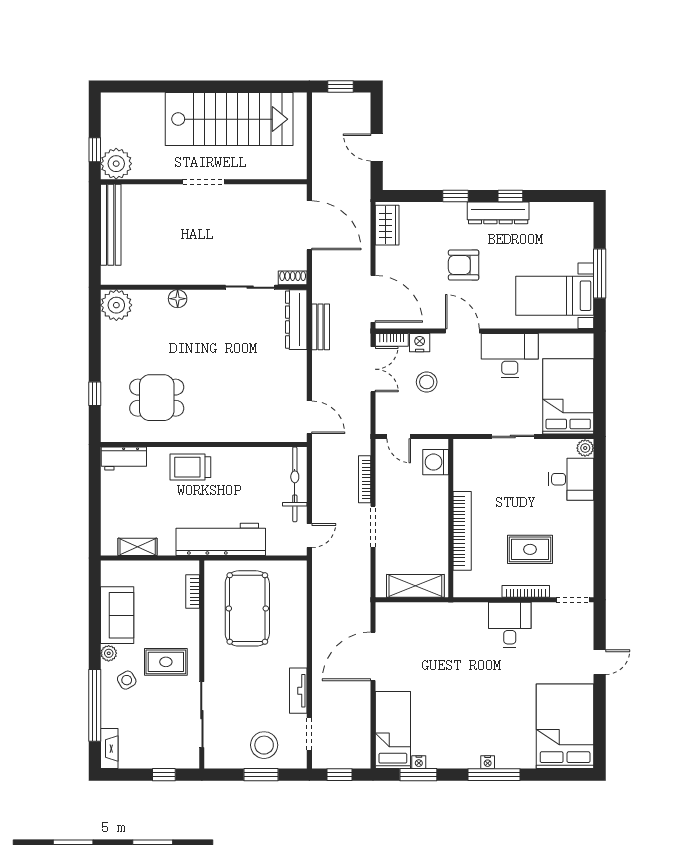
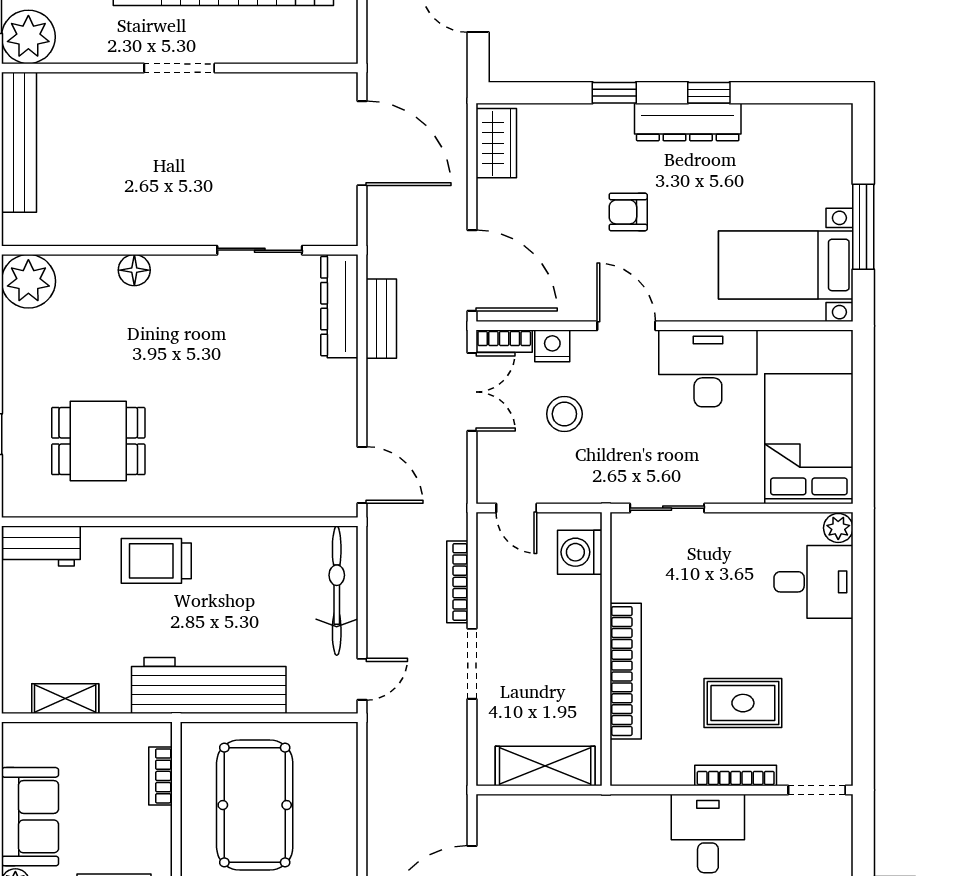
armchair: (464, 265) -> (628, 212), width x0.72, depth x0.72
shoe rack: (293, 278) -> (333, 234), removed
sliding door: (513, 436) -> (667, 508), moved

